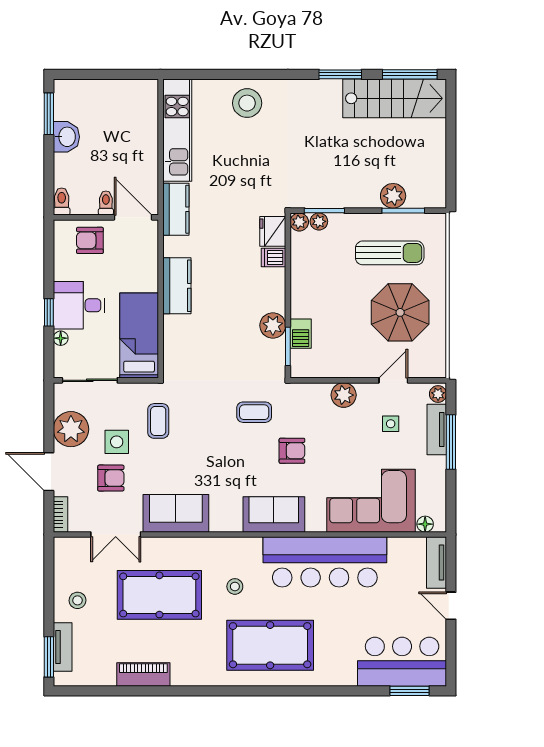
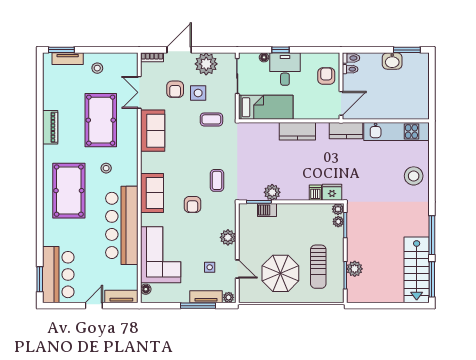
window: (340, 74) -> (432, 235), width x1.44
toilet: (106, 203) -> (350, 69), moved
piano: (143, 675) -> (50, 127), moved

